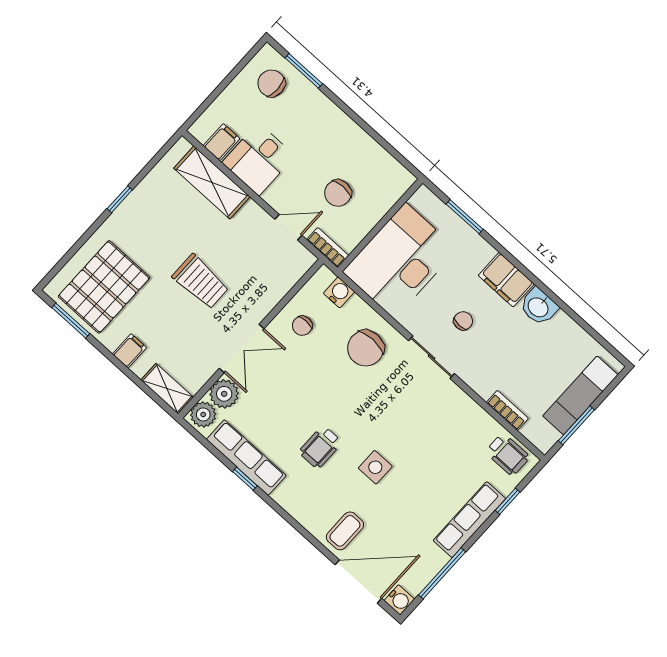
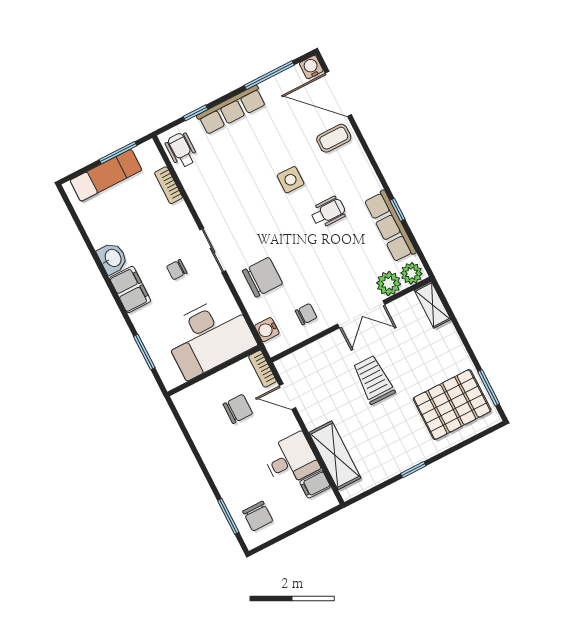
double door: (242, 349) -> (361, 314), swing flipped
filing cabinet: (129, 351) -> (451, 346), removed

